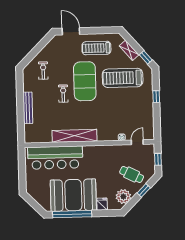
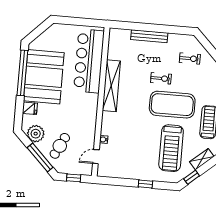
treadmill: (123, 78) -> (171, 148), turned 180
door: (137, 142) -> (96, 157), swing flipped
window: (144, 190) -> (40, 158), width x2.17

